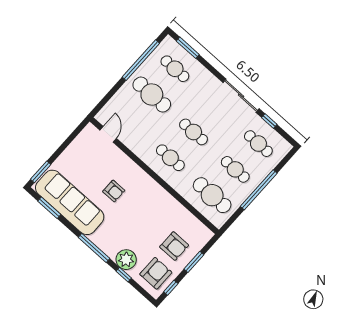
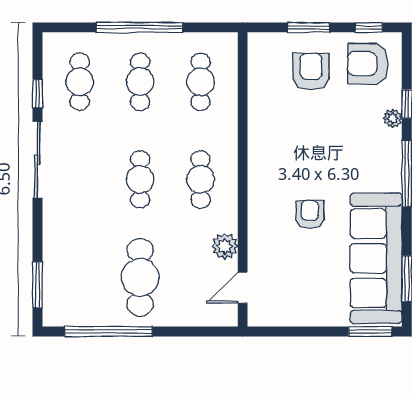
cafe table: (175, 69) -> (80, 277), removed
plant: (133, 143) -> (225, 246), added
cafe table: (212, 195) -> (201, 82), width x0.73, depth x0.74
plant: (126, 260) -> (393, 118), width x0.53, depth x0.53

